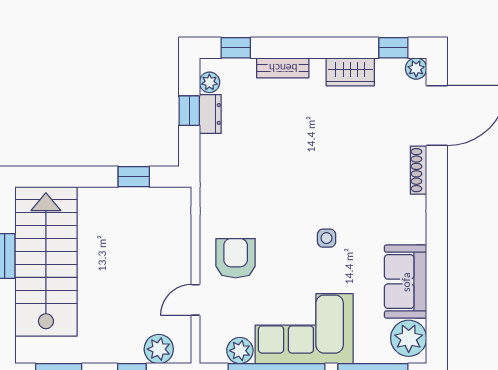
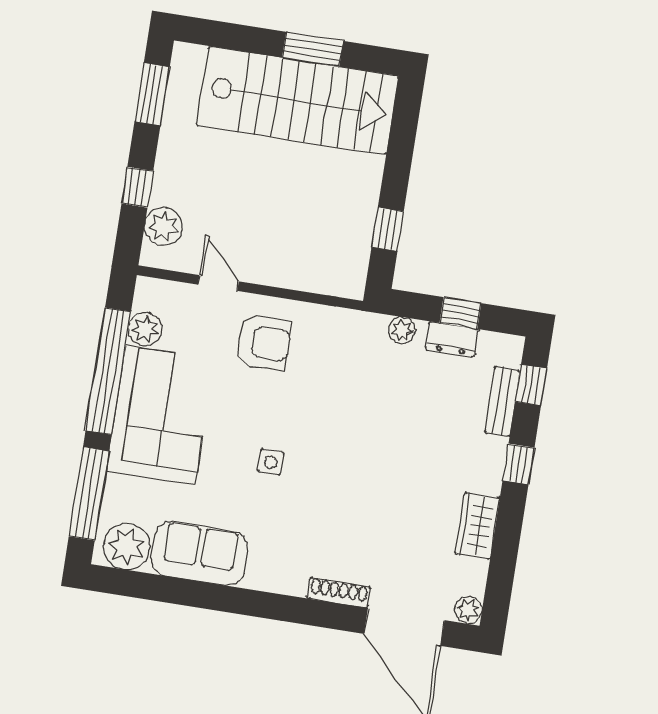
window: (393, 48) -> (518, 464), moved
bench: (283, 68) -> (502, 401), moved
plant: (209, 82) -> (402, 330), moved

